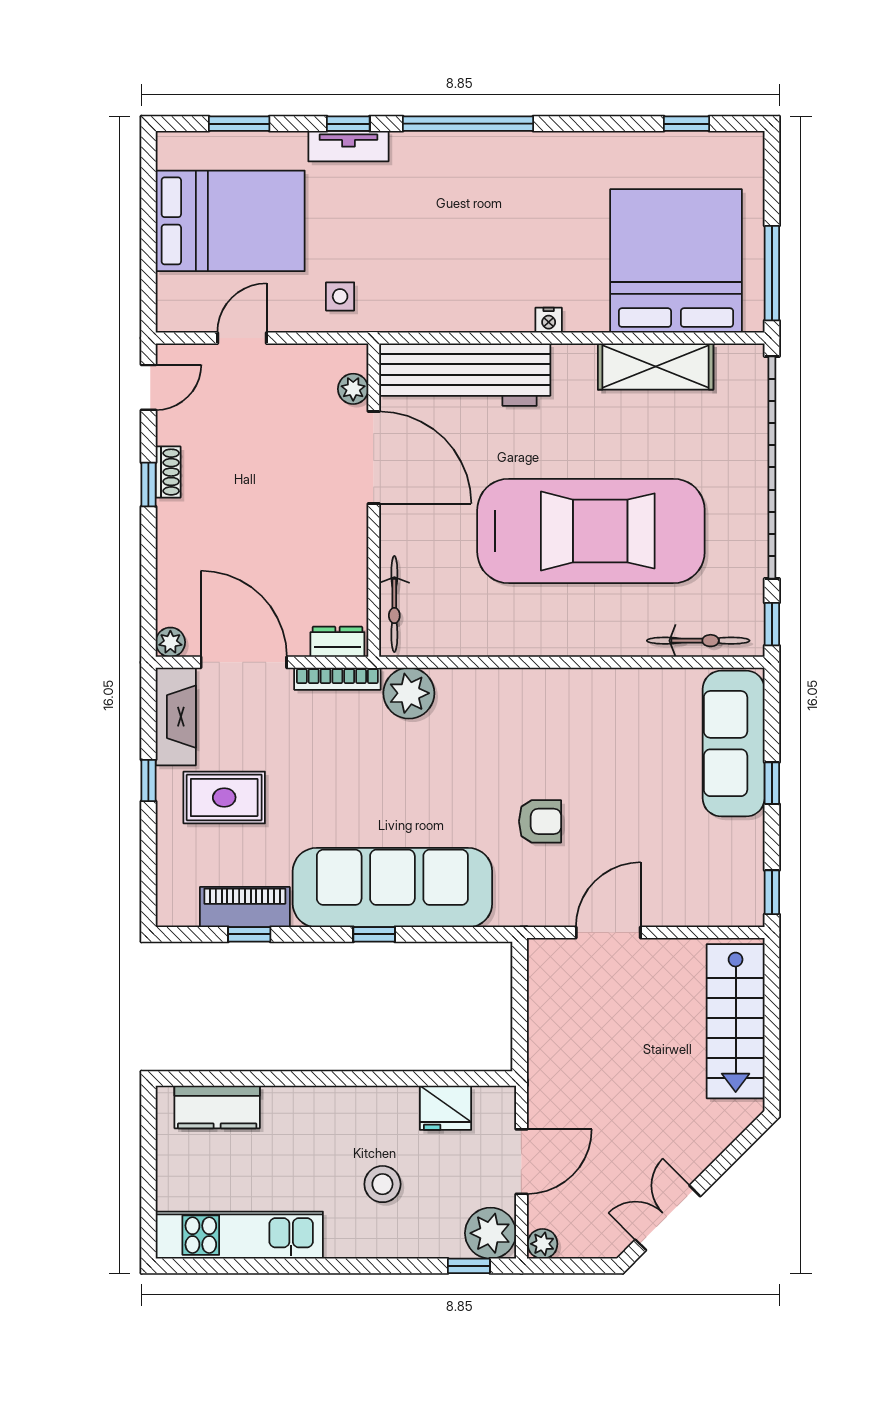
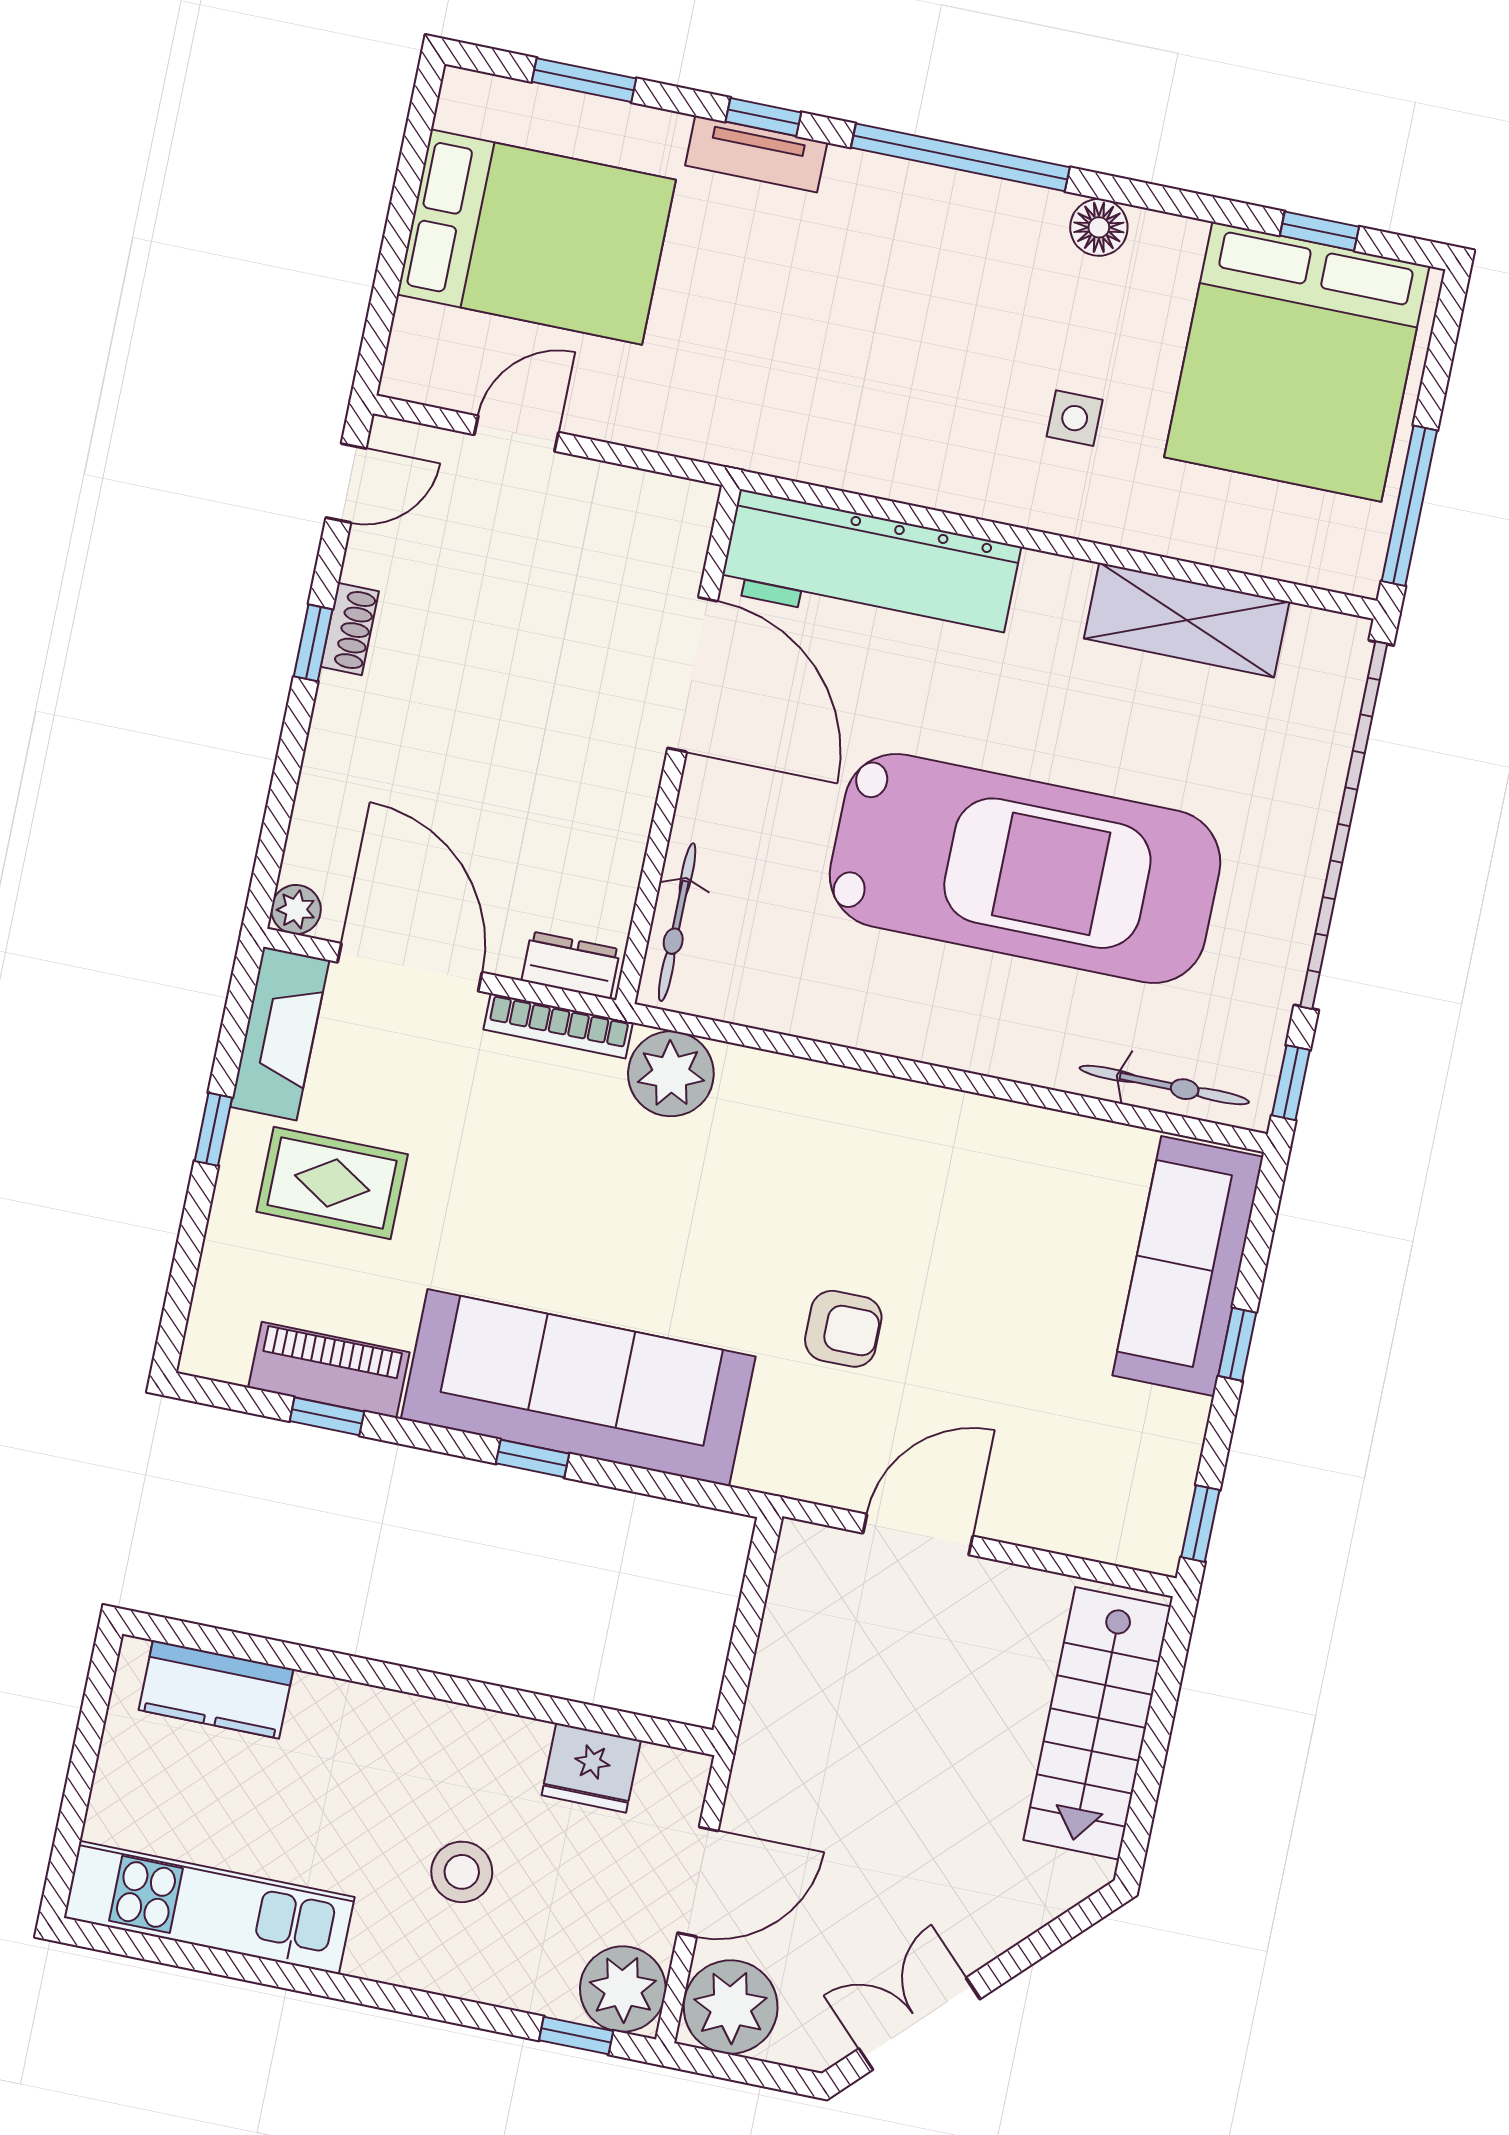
floor lamp: (557, 148) -> (1099, 227), added
bed: (676, 261) -> (1297, 362), moved, turned 180
side table: (340, 296) -> (1075, 418), moved
nightstand: (549, 320) -> (1027, 508), removed
plant: (353, 389) -> (682, 555), removed
plant: (543, 1244) -> (731, 2007), width x1.88, depth x1.88

